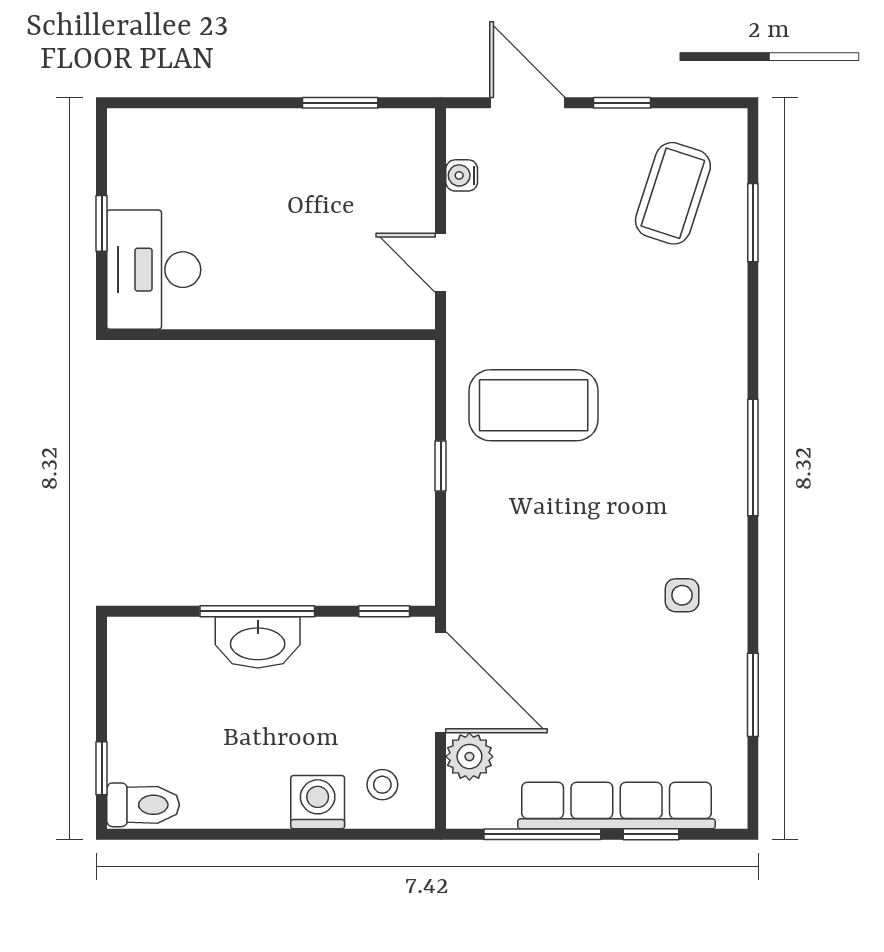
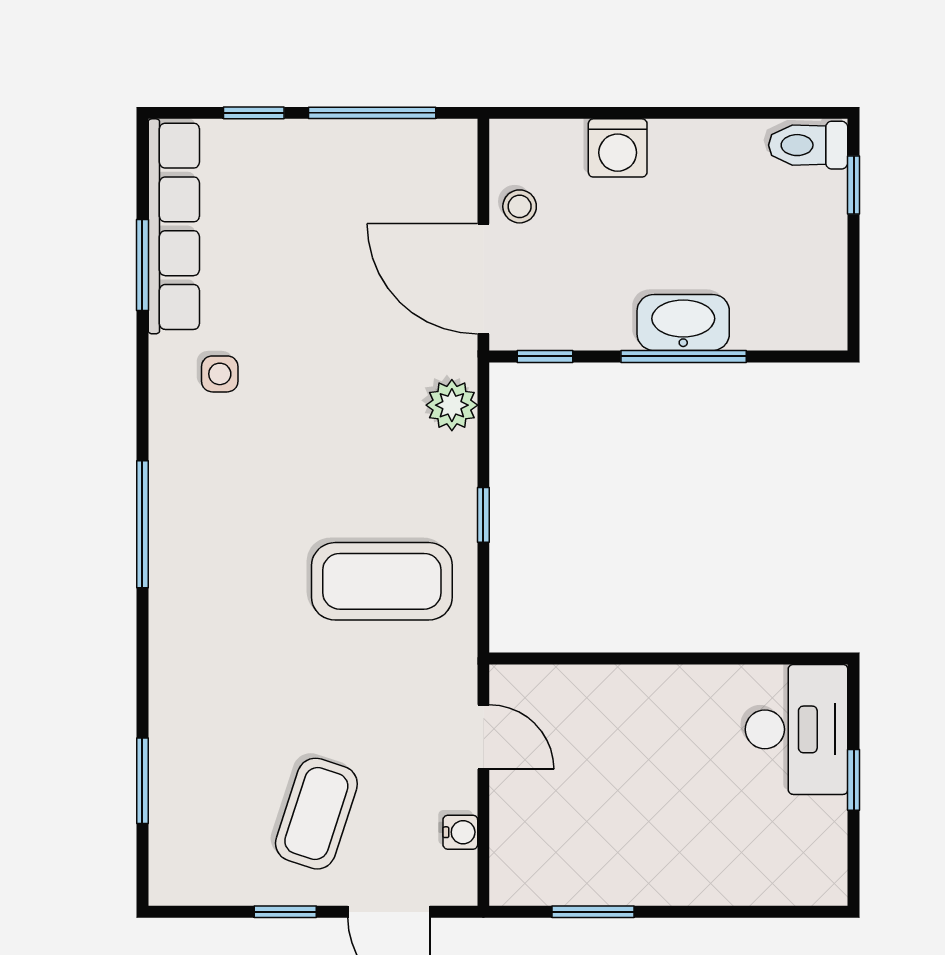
coffee table: (673, 193) -> (316, 814), moved
plant: (469, 757) -> (452, 405), moved
stool: (382, 785) -> (520, 206), moved
row of seats: (617, 806) -> (174, 226), moved, turned -90

